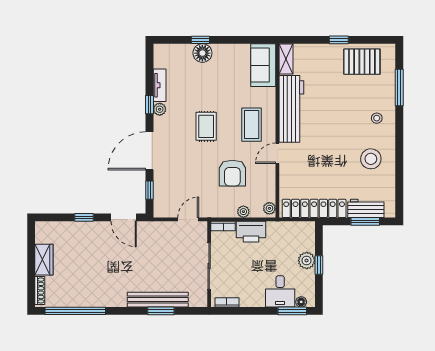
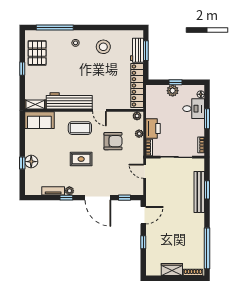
window: (399, 88) -> (55, 27), width x1.46
window: (292, 311) -> (207, 119), moved

